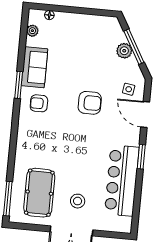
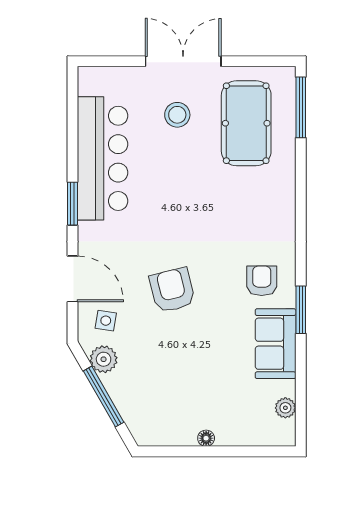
floor lamp: (49, 15) -> (206, 438), moved
plant: (124, 51) -> (104, 359), moved
armchair: (39, 103) -> (262, 281), turned -90
armchair: (90, 103) -> (172, 290), turned 76

